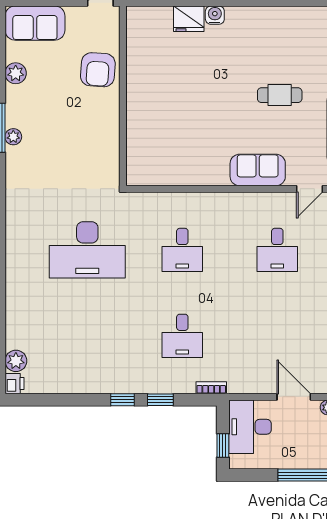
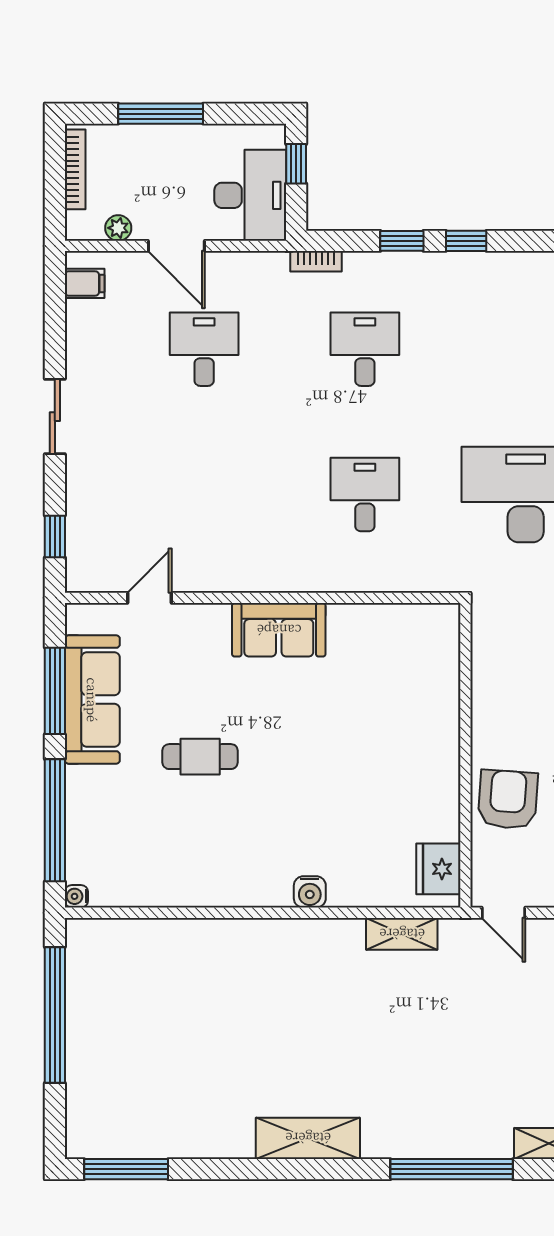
fridge: (189, 19) -> (438, 869), moved, turned -90
sofa: (258, 170) -> (279, 630), moved
desk: (277, 250) -> (204, 349), moved

